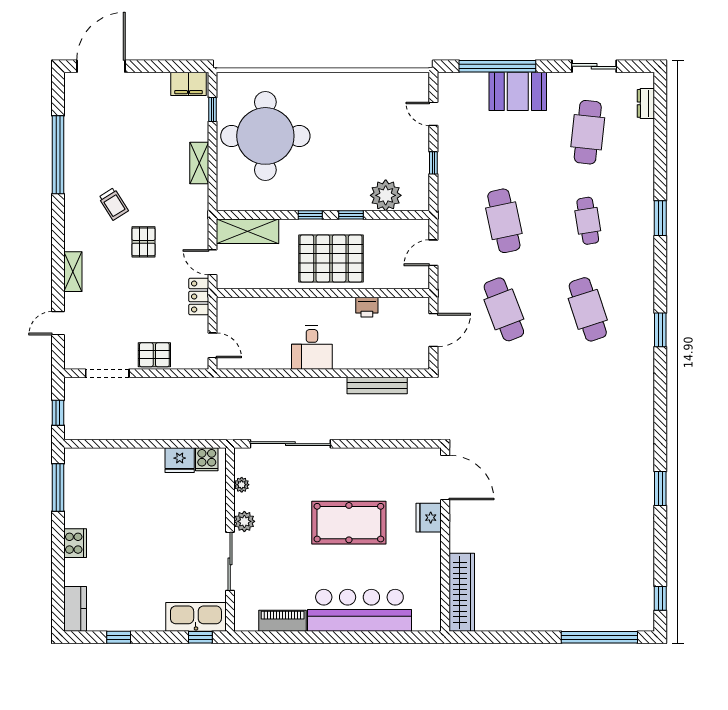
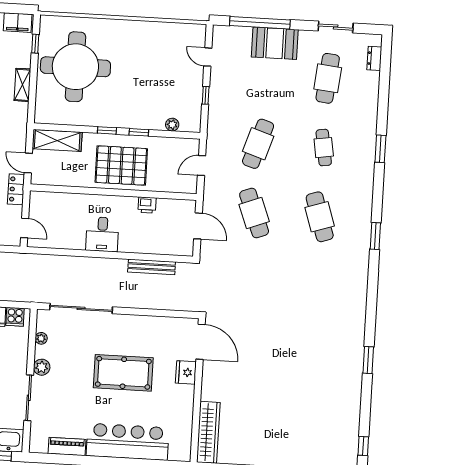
plant: (386, 195) -> (172, 125), width x0.53, depth x0.53
cafe table: (504, 221) -> (258, 144), turned 30
door: (433, 330) -> (198, 226), hinge flipped

